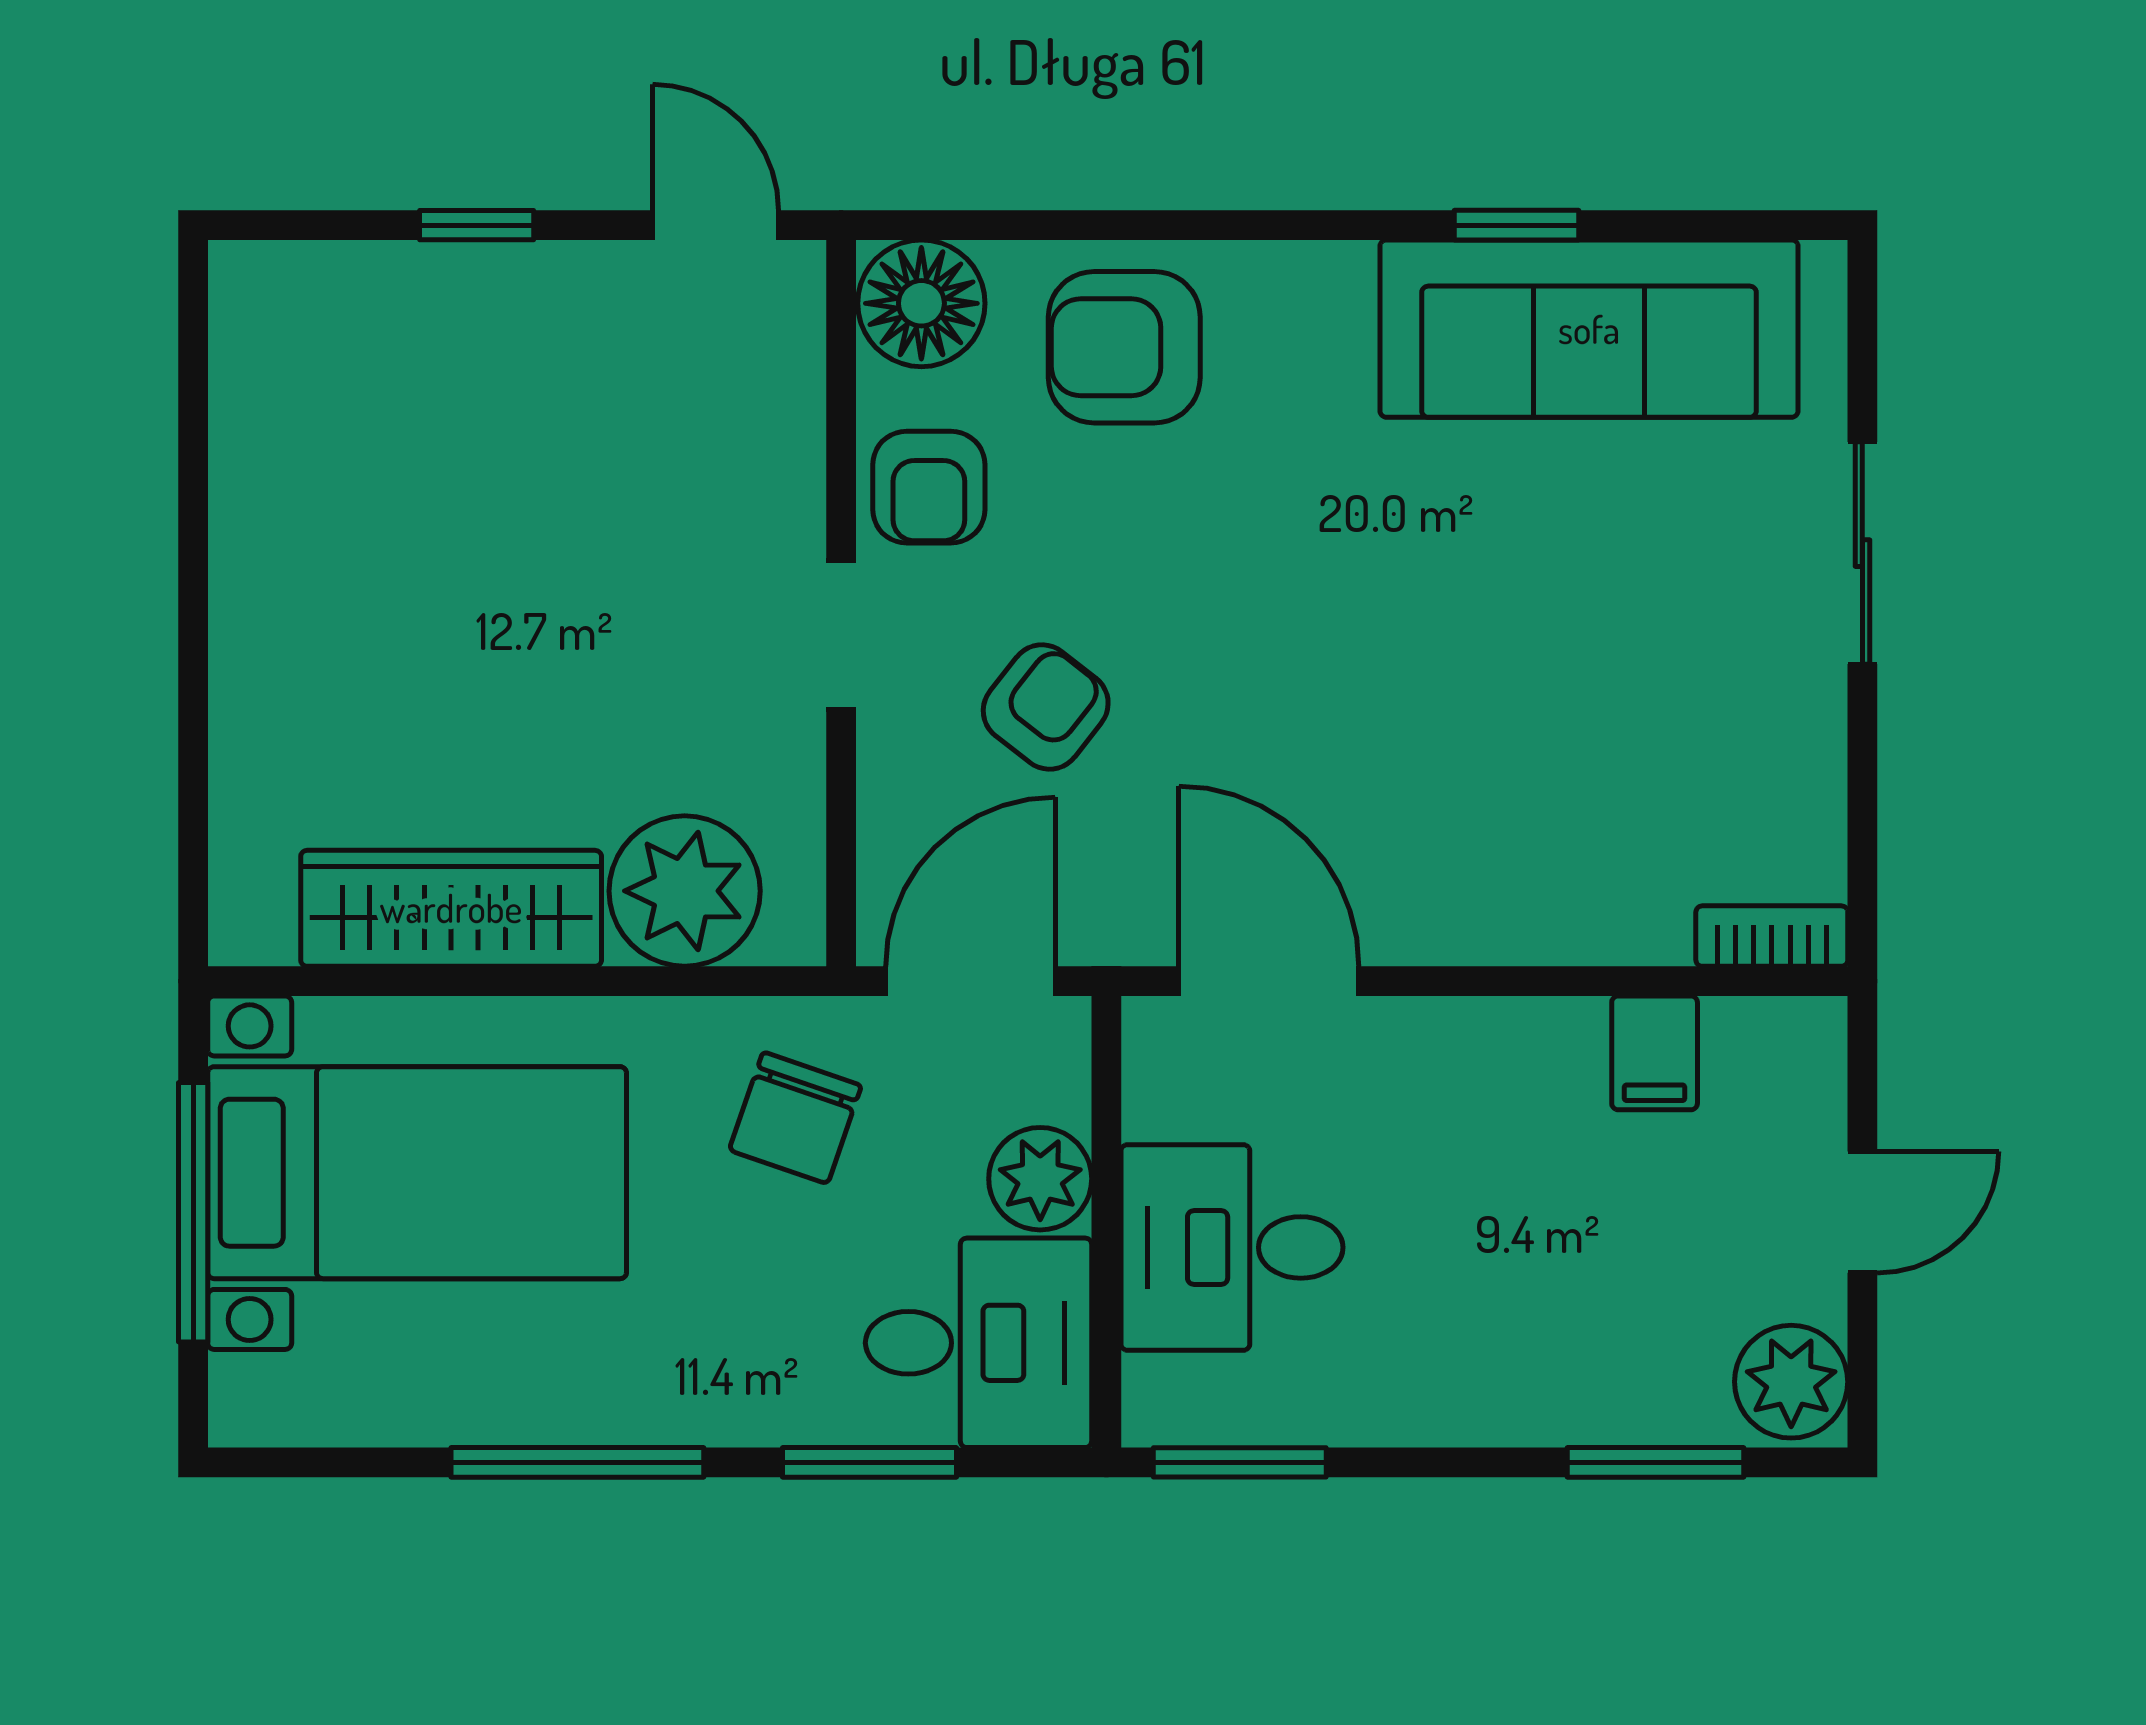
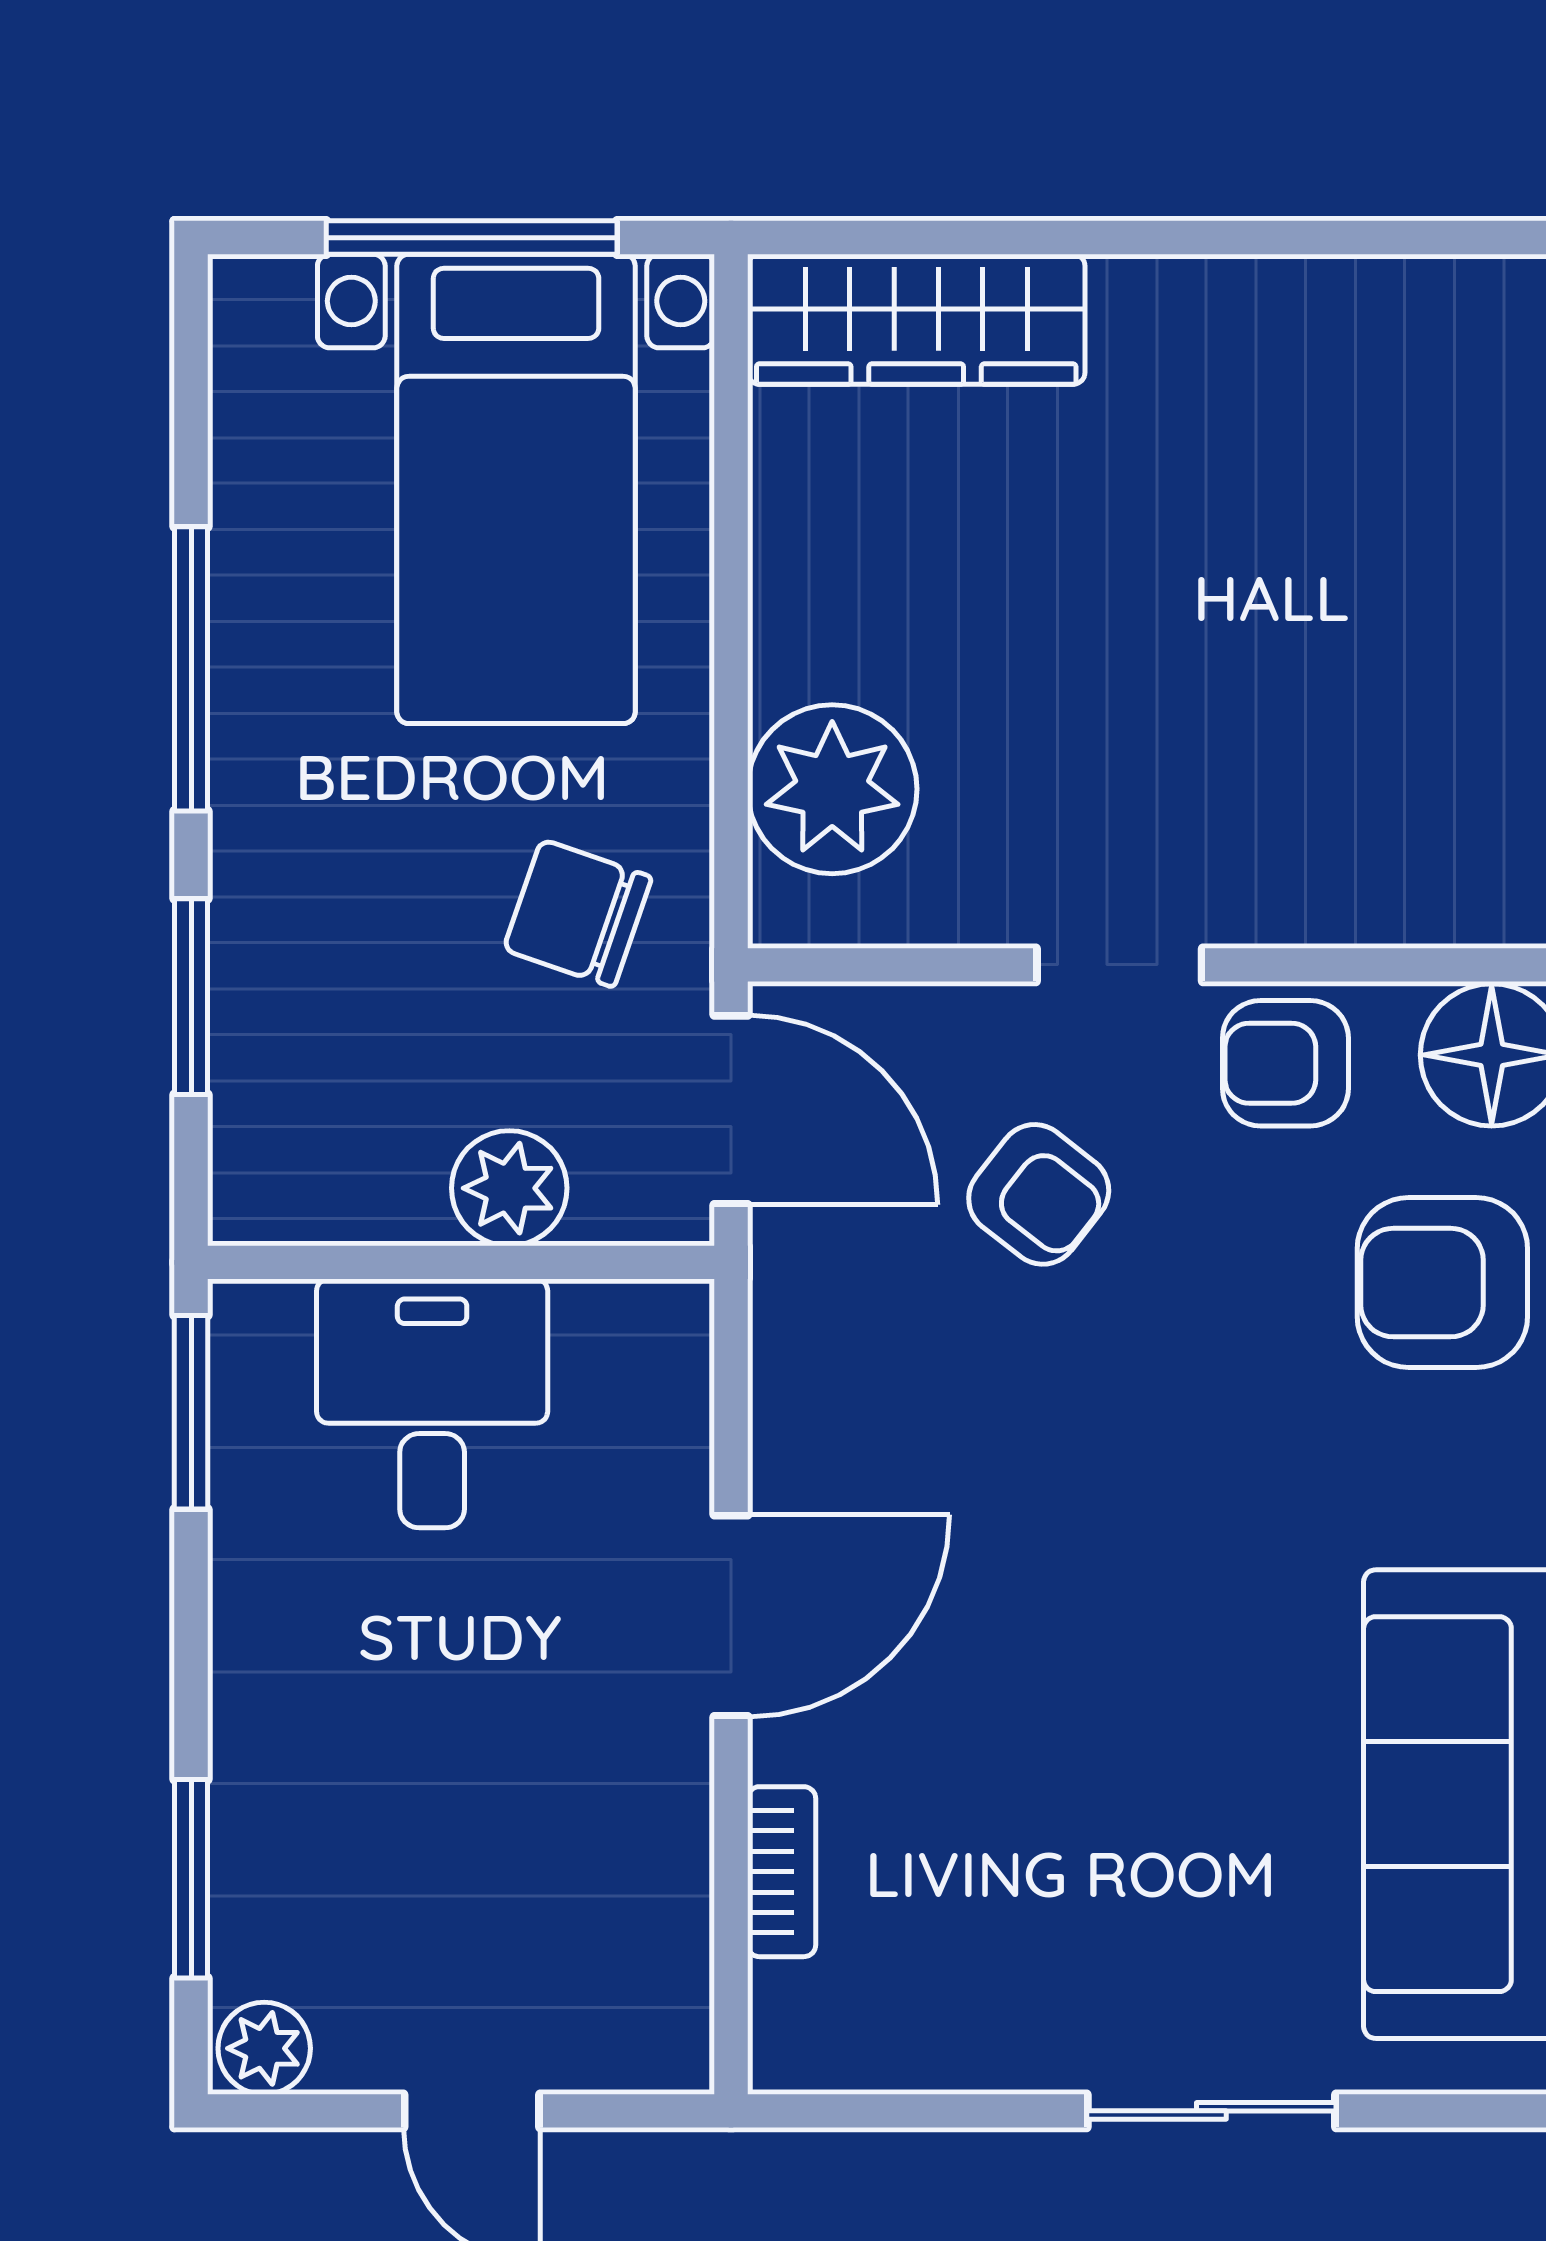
armchair: (1124, 347) -> (1442, 1283), turned -90
wardrobe: (451, 908) -> (916, 319), moved, turned 90
bookcase: (1772, 936) -> (782, 1872), moved
door: (1269, 981) -> (731, 1616), moved
filing cabinet: (1655, 1053) -> (651, 1878), removed
desk: (979, 1343) -> (325, 1119), removed
plant: (1791, 1382) -> (264, 2048), width x0.73, depth x0.73

